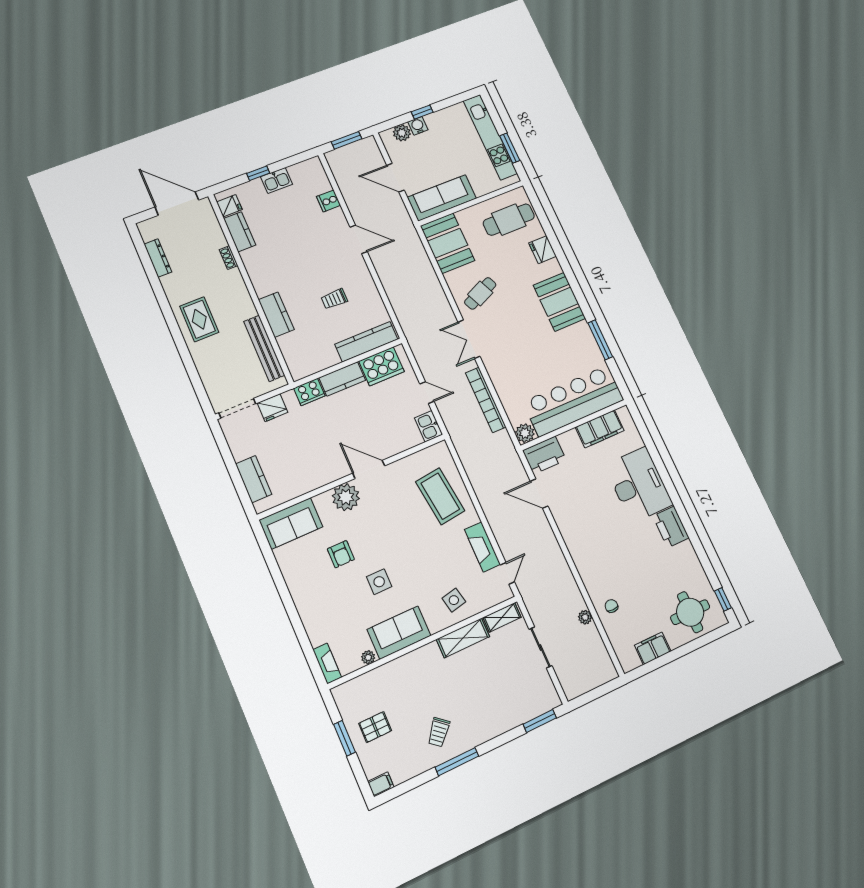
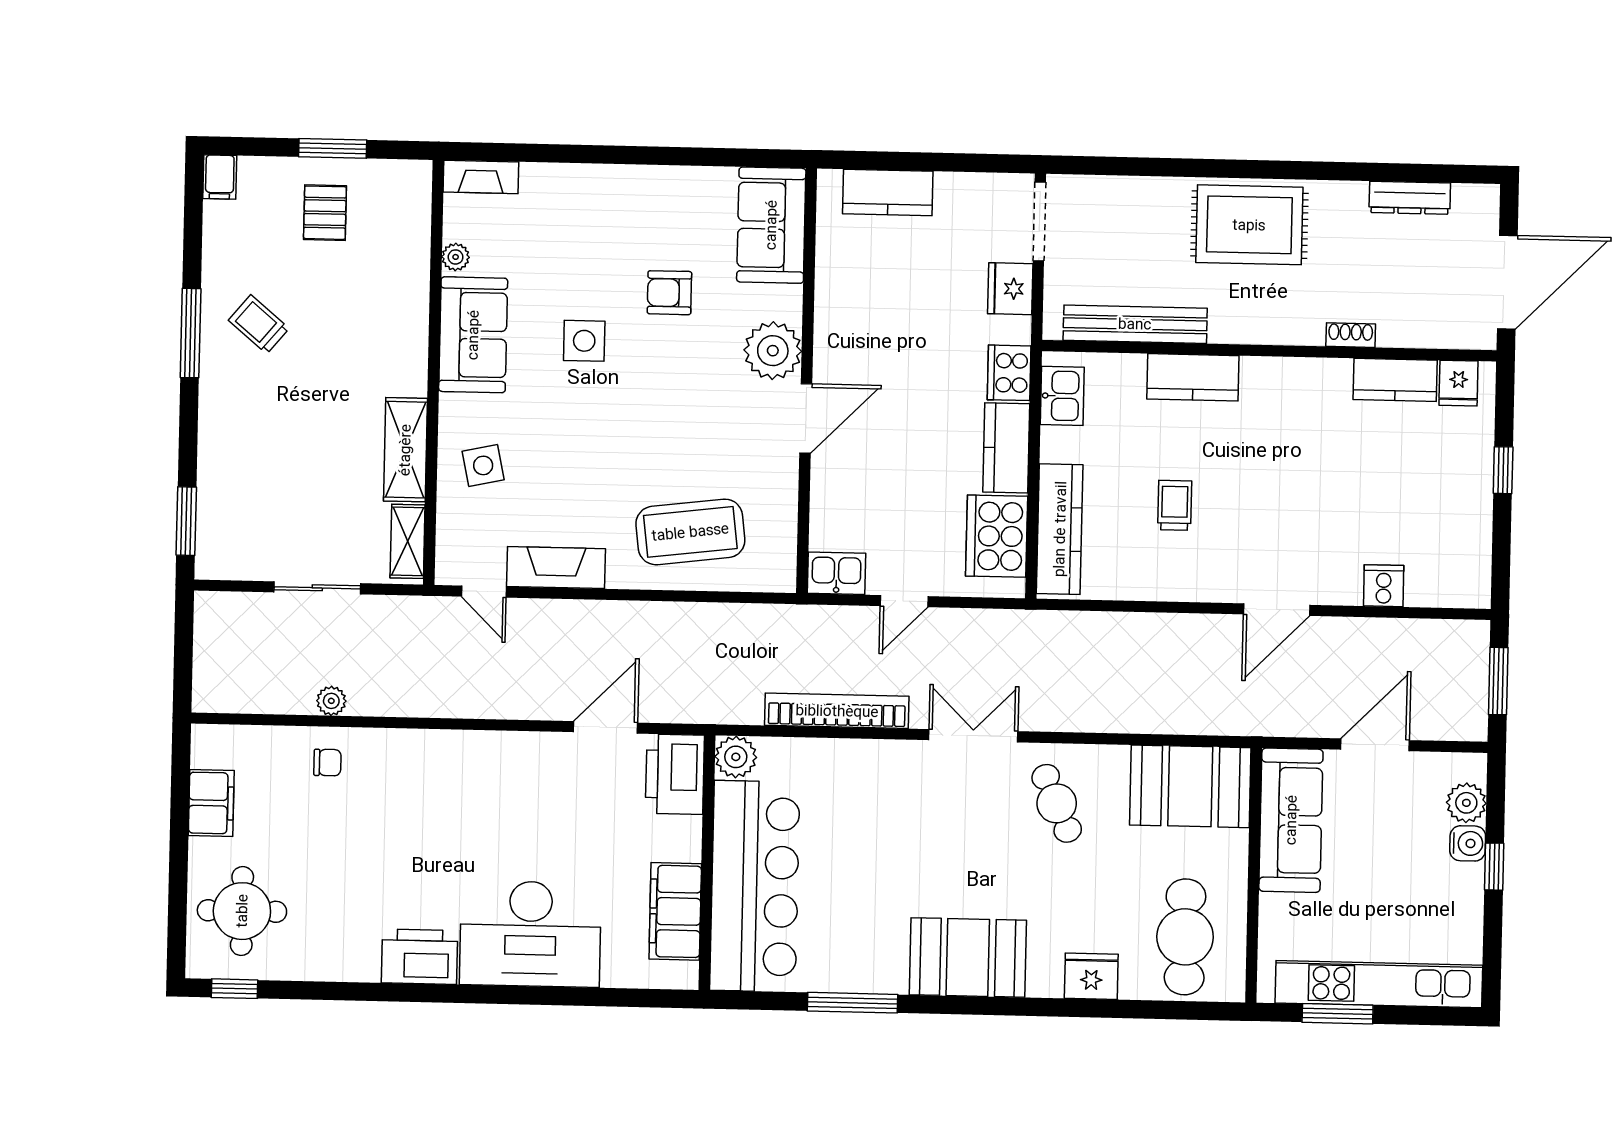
kitchen sink: (277, 181) -> (1062, 396), moved, turned 180
rug: (199, 319) -> (1249, 225), width x1.36, depth x1.43

